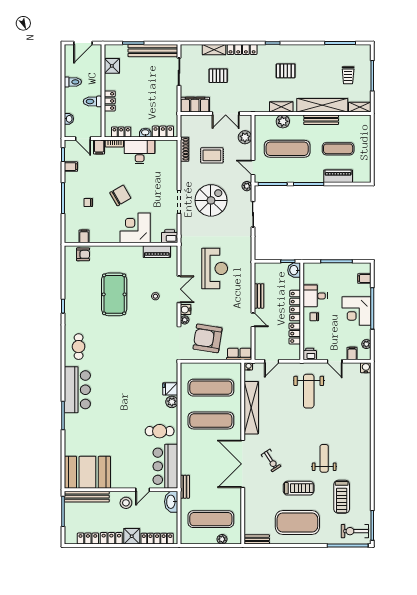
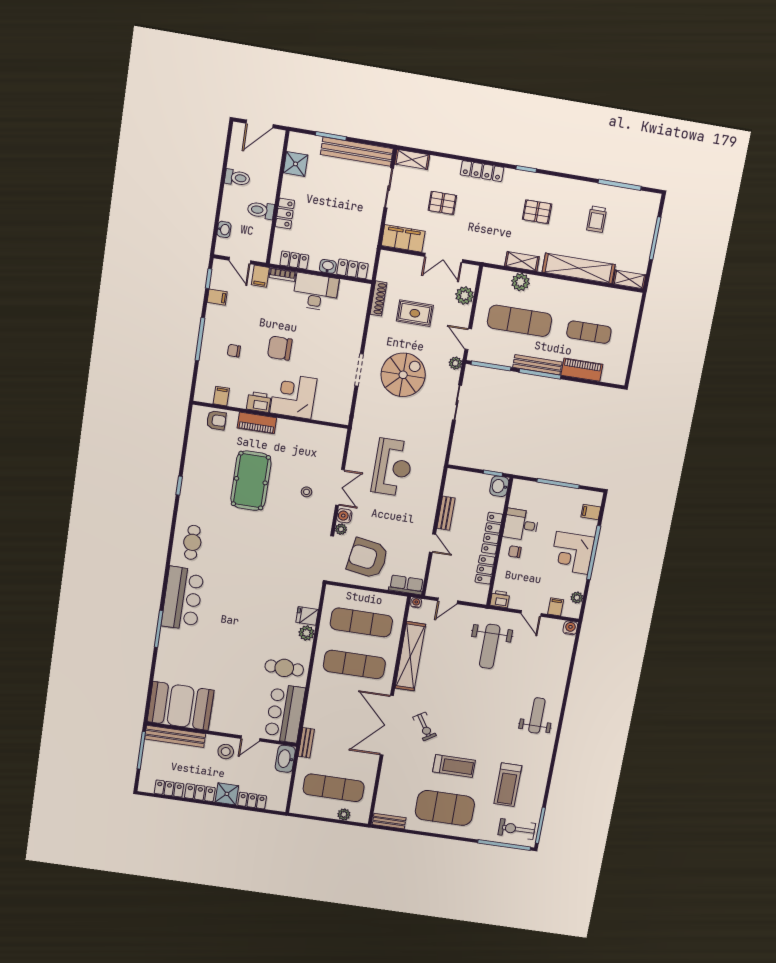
shelving: (214, 50) -> (412, 159), moved
trolley: (348, 75) -> (597, 219), moved
bench: (321, 120) -> (537, 365), moved
chair: (120, 195) -> (280, 348), turned -150
printer: (170, 236) -> (259, 402), moved
piano: (157, 252) -> (257, 423), moved
weight bench: (324, 458) -> (537, 715), moved
locker: (157, 539) -> (252, 801), width x0.66

